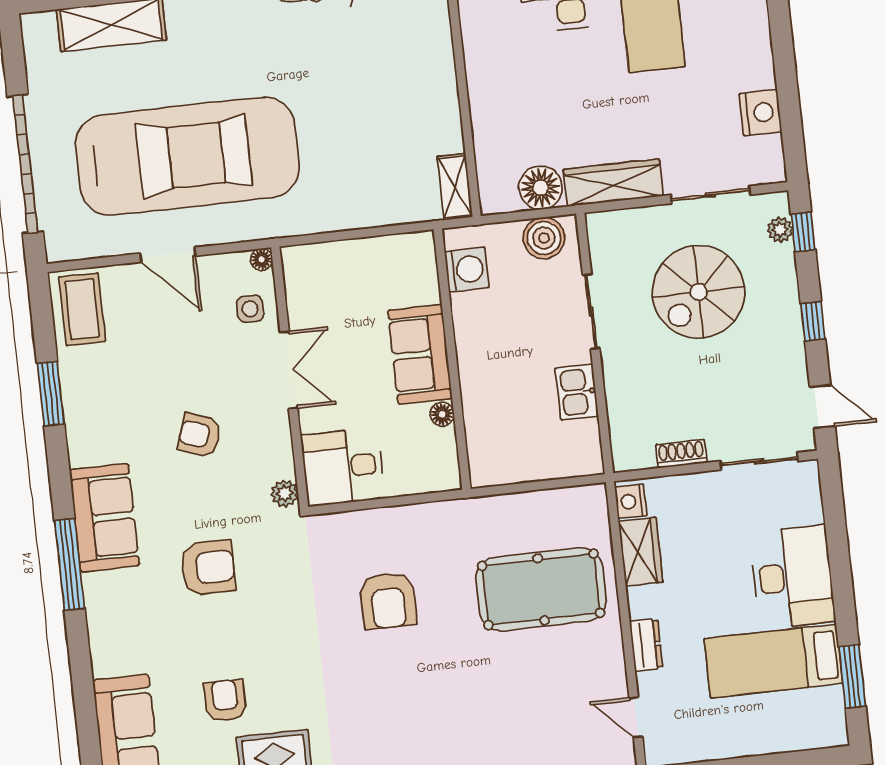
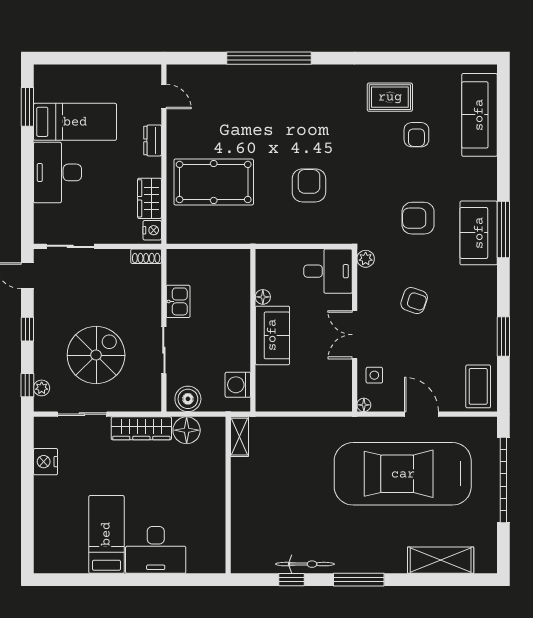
shoe rack: (681, 454) -> (146, 256), moved
sofa: (104, 518) -> (479, 233), moved

